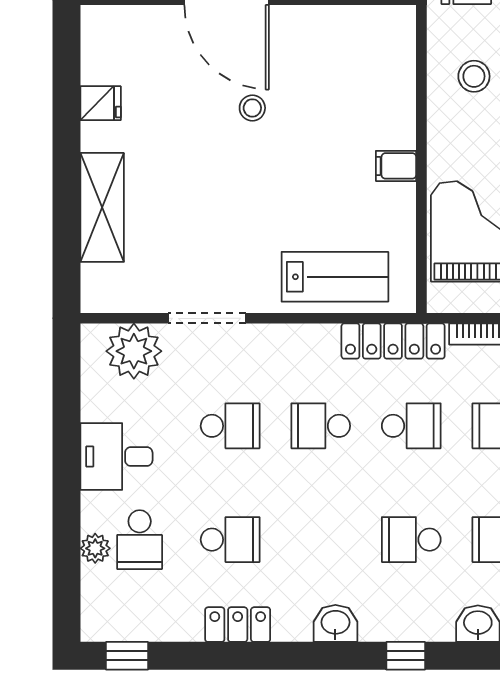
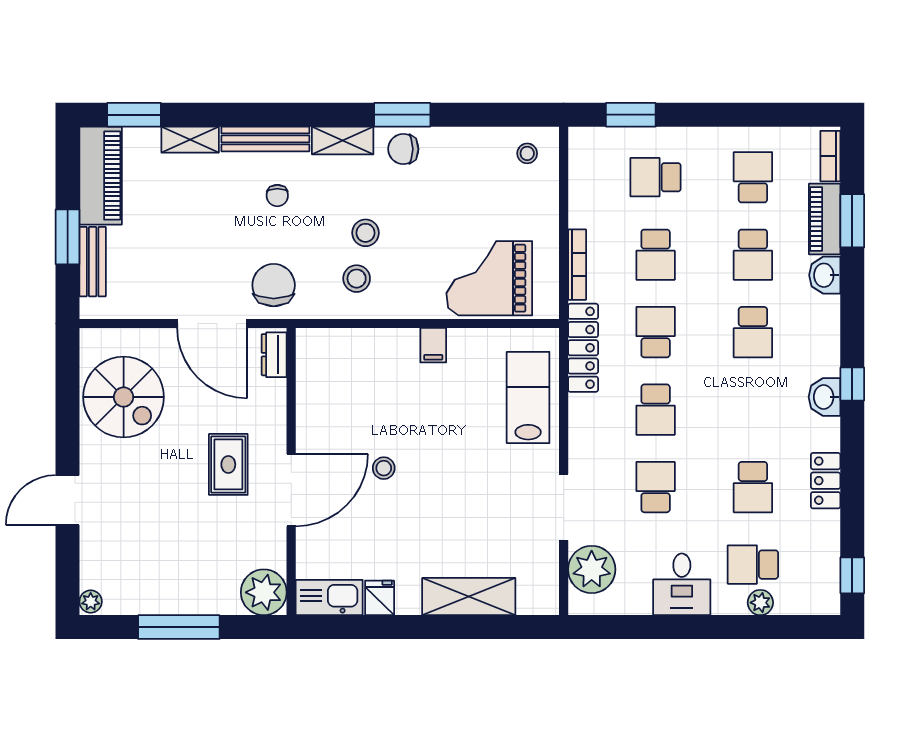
kitchen sink: (101, 44) -> (329, 598), added
school desk: (140, 540) -> (753, 565), turned 180
school desk: (230, 540) -> (753, 487), turned 180
window: (406, 656) -> (852, 384), moved

